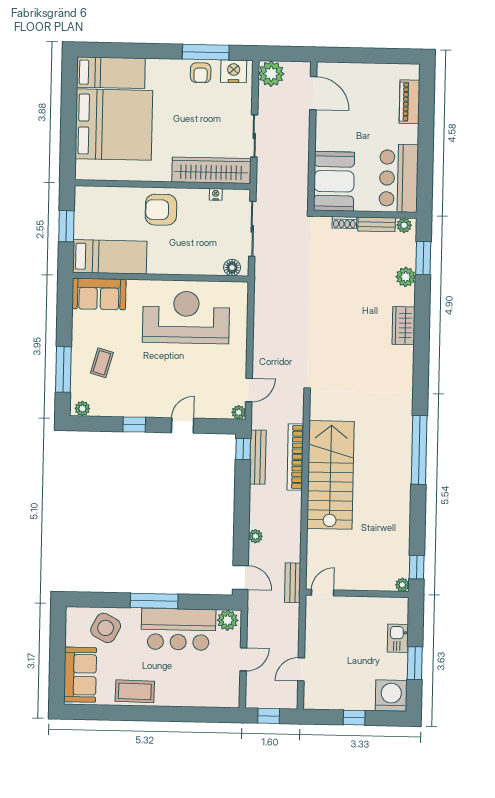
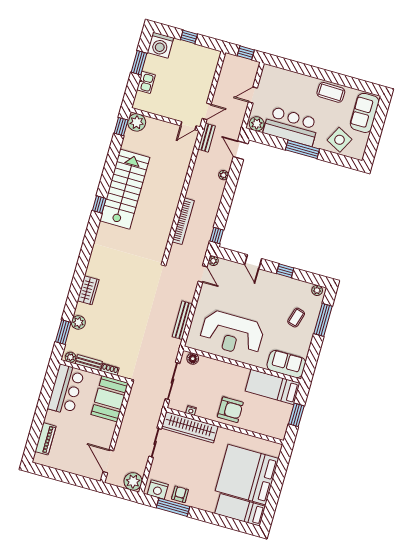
door: (249, 390) -> (203, 274), swing flipped
door: (183, 426) -> (253, 262), hinge flipped
window: (419, 450) -> (99, 205), width x0.32
bench: (258, 457) -> (182, 320), moved
stairs: (331, 475) -> (125, 189), moved, turned 180
plant: (402, 585) -> (137, 122), width x1.87, depth x1.87
door: (301, 669) -> (207, 111), moved

